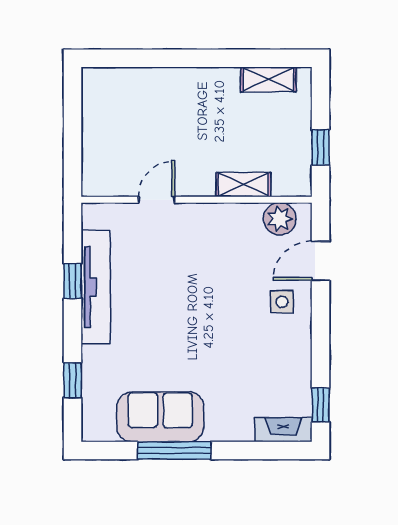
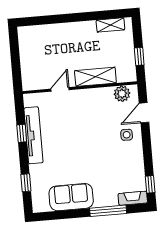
shelving: (243, 185) -> (95, 77), width x1.50, depth x1.33
window: (174, 451) -> (108, 211), moved

